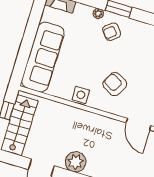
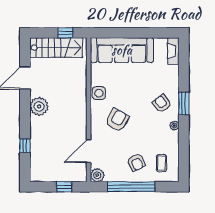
plant: (98, 14) -> (174, 125), moved

